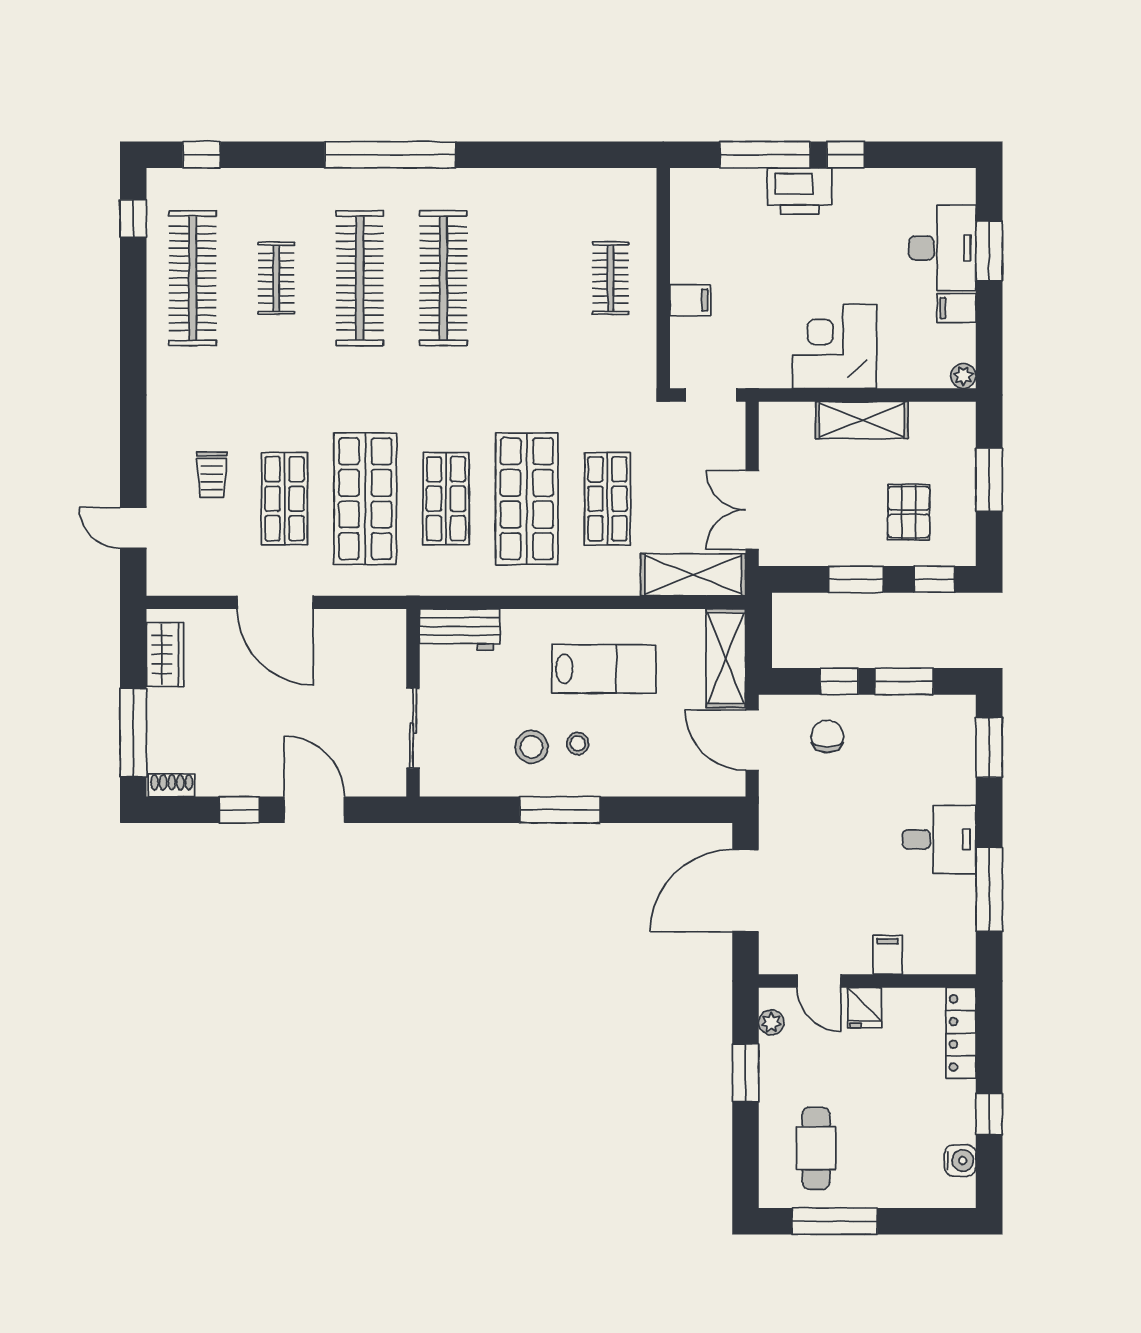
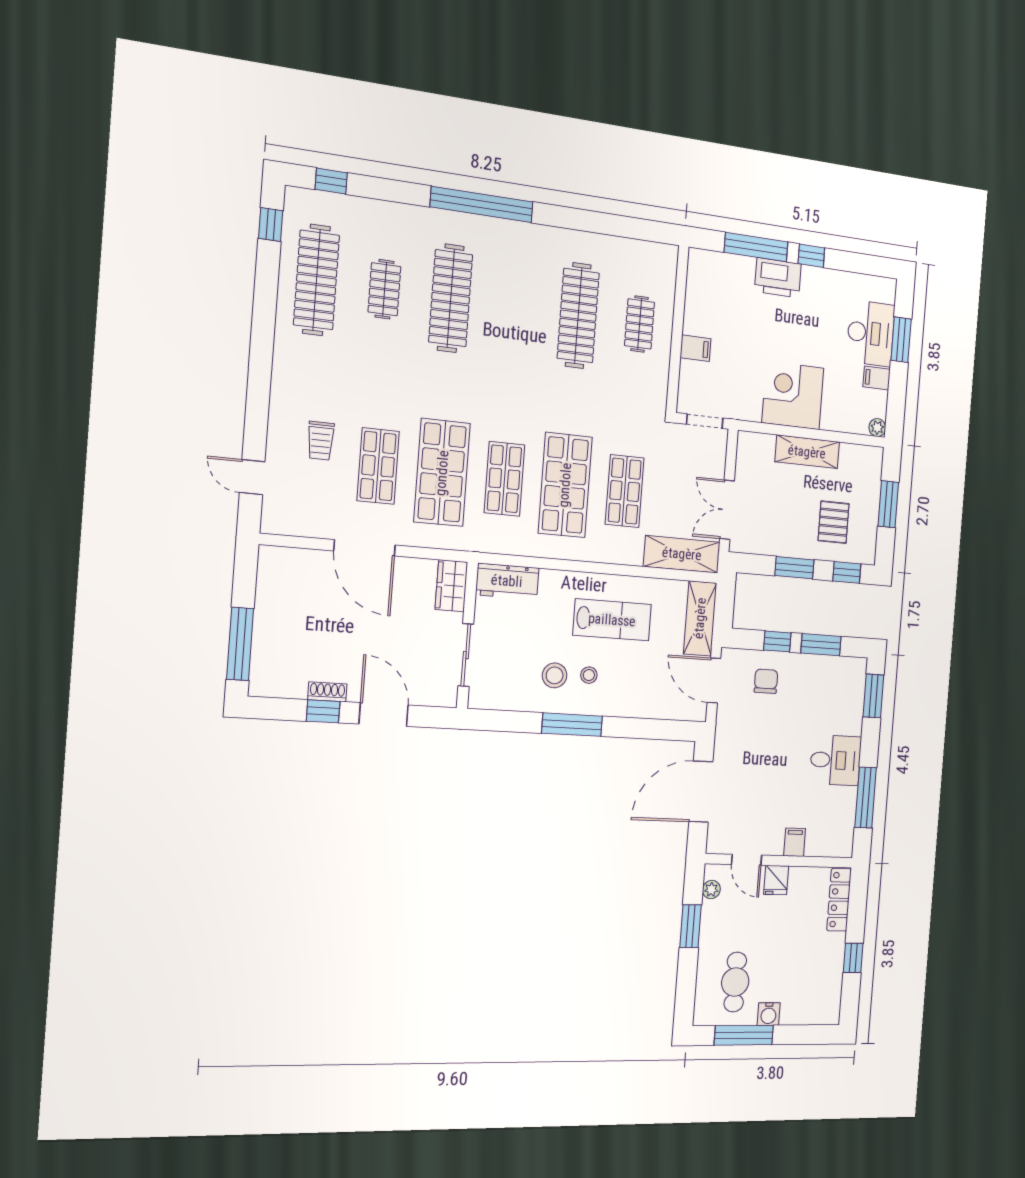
clothes rail: (443, 278) -> (578, 316), moved
wardrobe: (165, 654) -> (451, 586), moved, turned 180
shoe rack: (172, 785) -> (327, 692), moved
water cooler: (960, 1160) -> (769, 1014), moved, turned 90

